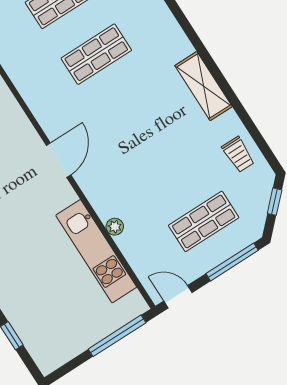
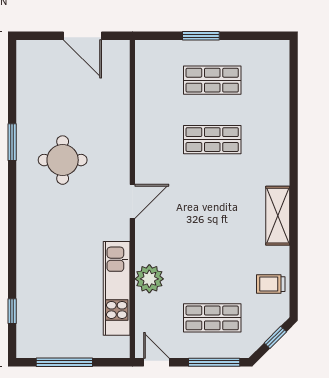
trolley: (238, 154) -> (271, 284), turned 90
plant: (115, 227) -> (149, 279), width x1.88, depth x1.88
window: (117, 336) -> (64, 362), moved

